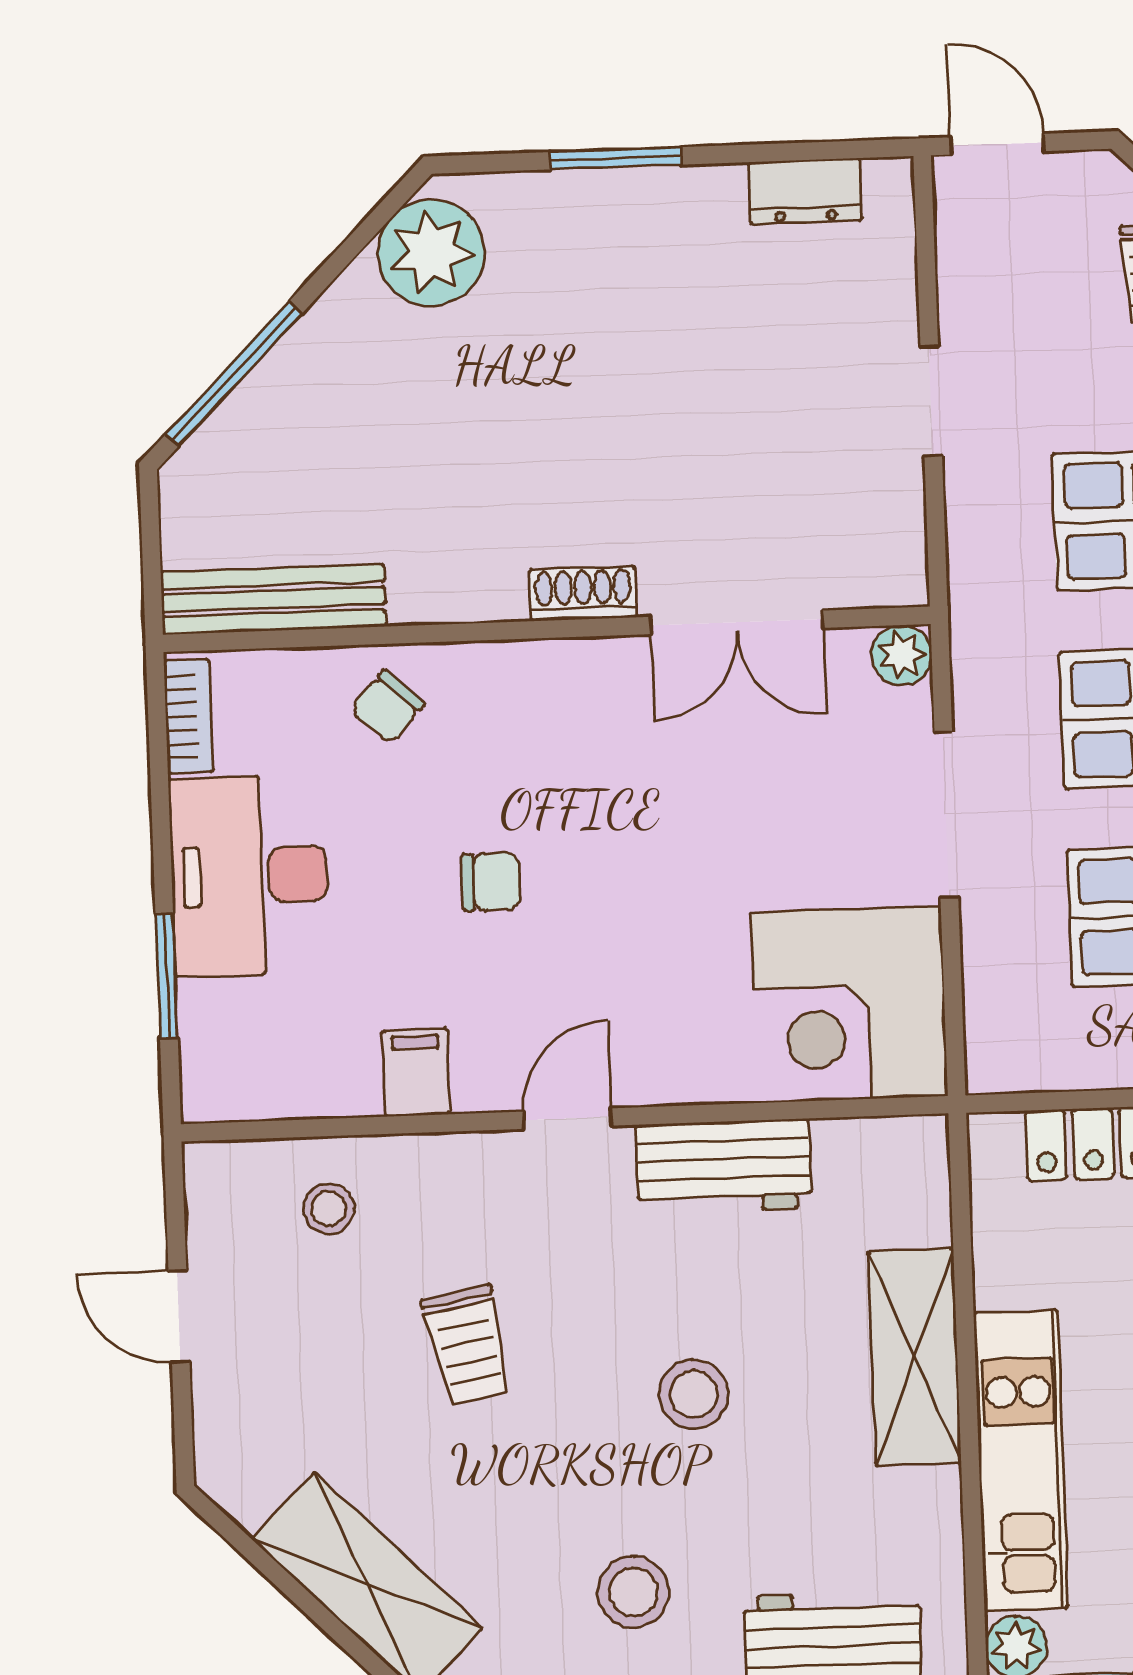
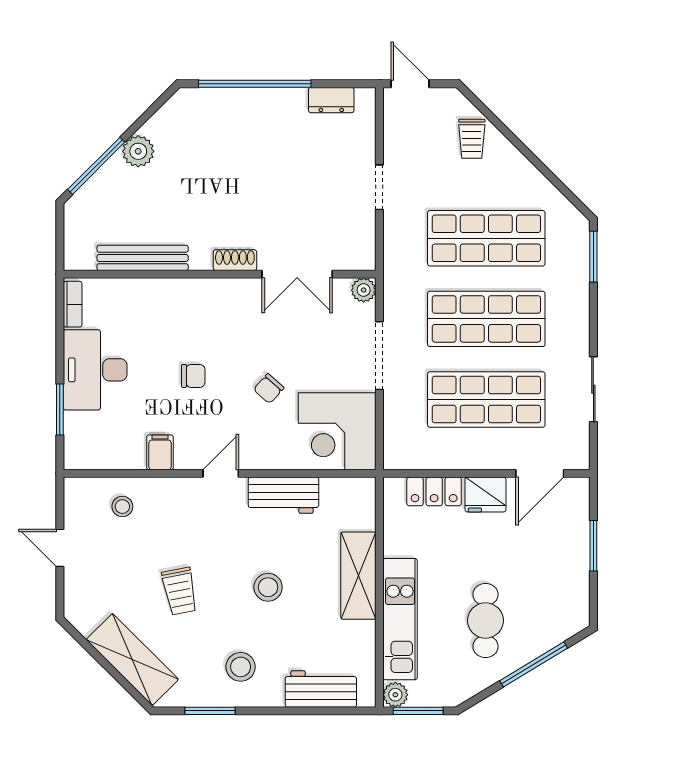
window: (616, 158) -> (255, 84), width x2.11
plant: (431, 253) -> (138, 151), moved, width x0.73, depth x0.73
bench: (273, 599) -> (143, 258), moved
chair: (388, 707) -> (269, 389), moved
trolley: (468, 1345) -> (180, 591), moved

